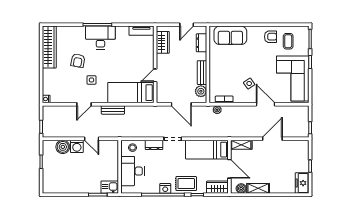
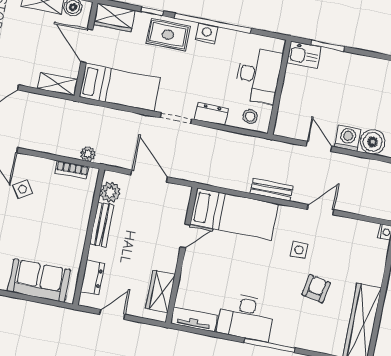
desk: (100, 37) -> (246, 317), moved

